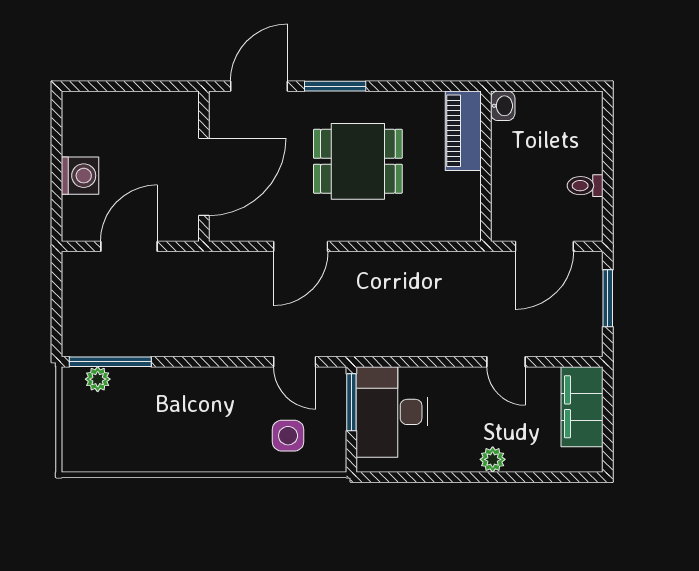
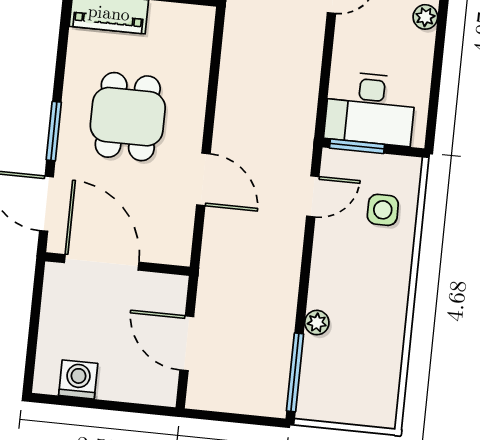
washing machine: (80, 176) -> (78, 379), moved
door: (204, 177) -> (102, 262), moved
plant: (98, 379) -> (317, 323), moved

